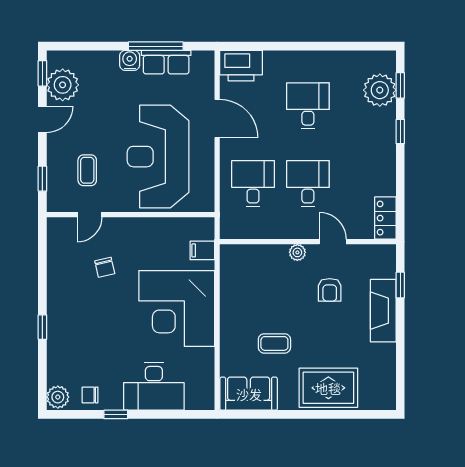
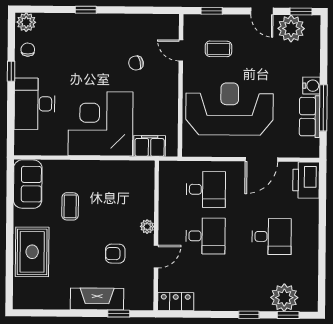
filing cabinet: (202, 250) -> (150, 146), width x2.00

